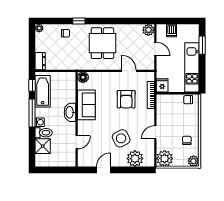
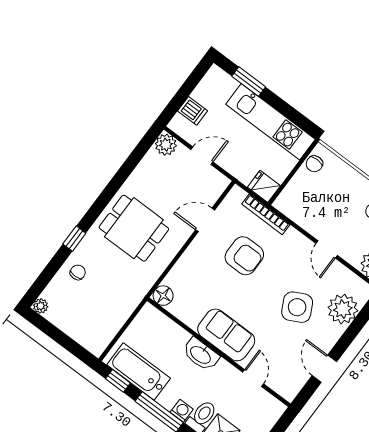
dresser: (40, 61) -> (91, 342), removed
sofa: (86, 105) -> (226, 335), moved

